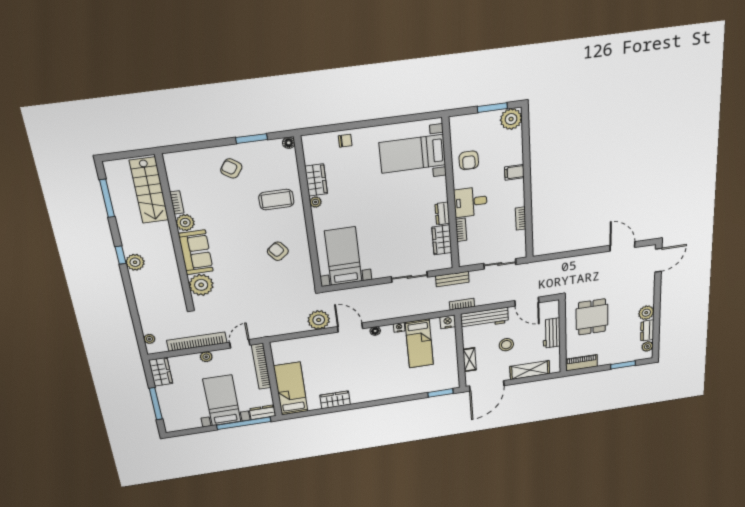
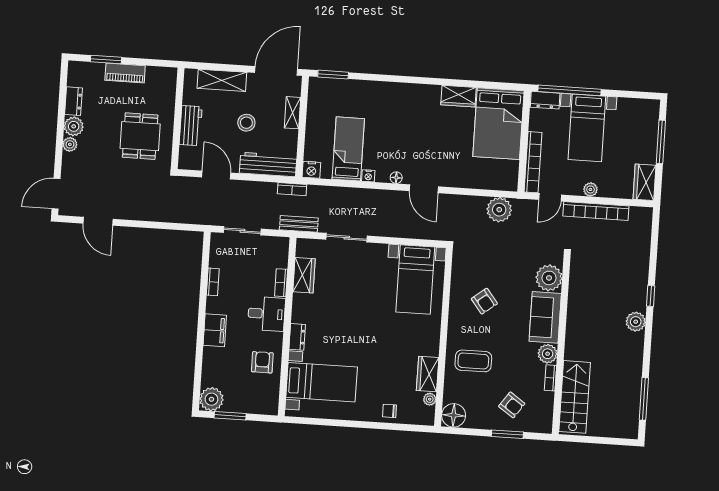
window: (252, 139) -> (507, 434), moved
floor lamp: (289, 143) -> (454, 415), width x1.89, depth x1.89
filing cabinet: (514, 172) -> (215, 330), width x2.00
stairs: (149, 190) -> (575, 397), moved
bookcase: (177, 202) -> (550, 378), moved
plant: (316, 202) -> (430, 399), moved
dresser: (442, 214) -> (297, 337), moved
plant: (185, 223) -> (548, 354), moved
wall: (175, 233) -> (561, 345), moved
sofa: (196, 252) -> (545, 317), moved
window: (121, 255) -> (651, 296), moved
plant: (201, 285) -> (549, 278), moved
plant: (319, 320) -> (499, 210), moved
plant: (149, 339) -> (646, 227), removed
plant: (647, 346) -> (70, 144), moved
piano: (582, 363) -> (125, 73), moved
bed: (291, 389) -> (498, 124), width x1.50

